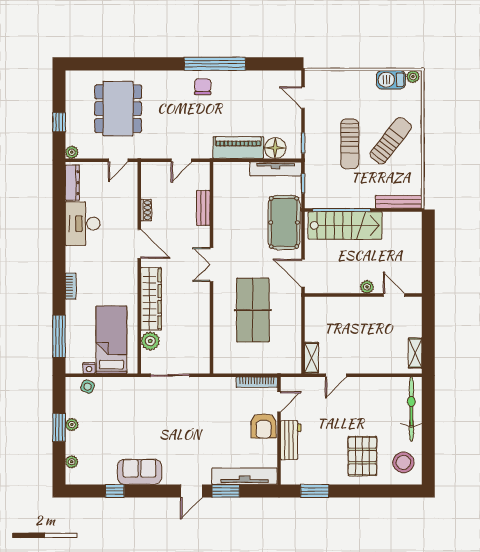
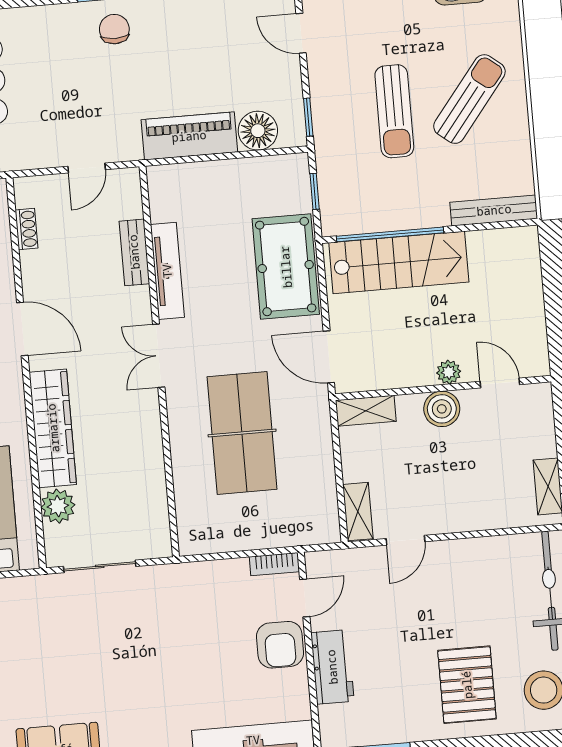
tv unit: (276, 169) -> (167, 271), moved, turned -90
shoe rack: (146, 210) -> (26, 229), moved
shelving: (321, 304) -> (366, 411), added
boiler: (362, 306) -> (442, 409), added
bookcase: (257, 382) -> (274, 564), width x0.64

